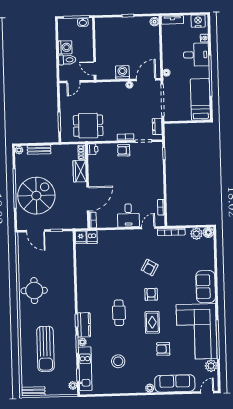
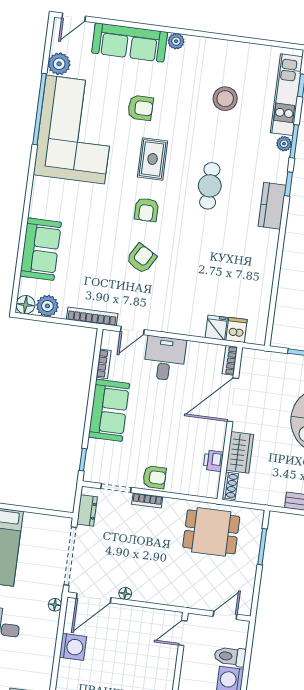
door: (95, 68) -> (183, 633), swing flipped
washing machine: (122, 72) -> (73, 647), moved, turned -90
printer: (93, 149) -> (213, 461), moved
sofa: (154, 183) -> (109, 410), added
fridge: (81, 237) -> (216, 328), moved
sofa: (206, 287) -> (41, 249), moved
kitchen counter: (84, 325) -> (272, 206), moved

